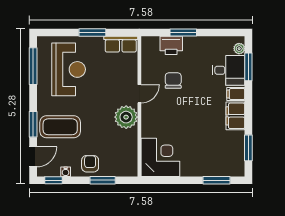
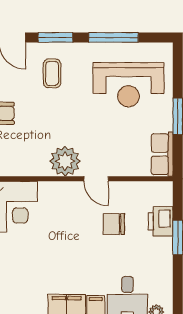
window: (33, 66) -> (113, 37), moved
chair: (173, 80) -> (114, 224), turned 180
coffee table: (60, 127) -> (52, 73), width x0.54, depth x0.58

